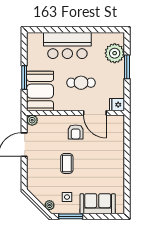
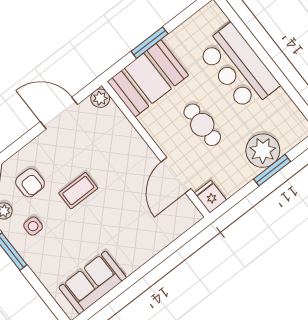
plant: (115, 53) -> (263, 151), moved
armchair: (76, 132) -> (30, 183), moved, turned -90
sofa: (98, 204) -> (93, 283), moved, turned -90

